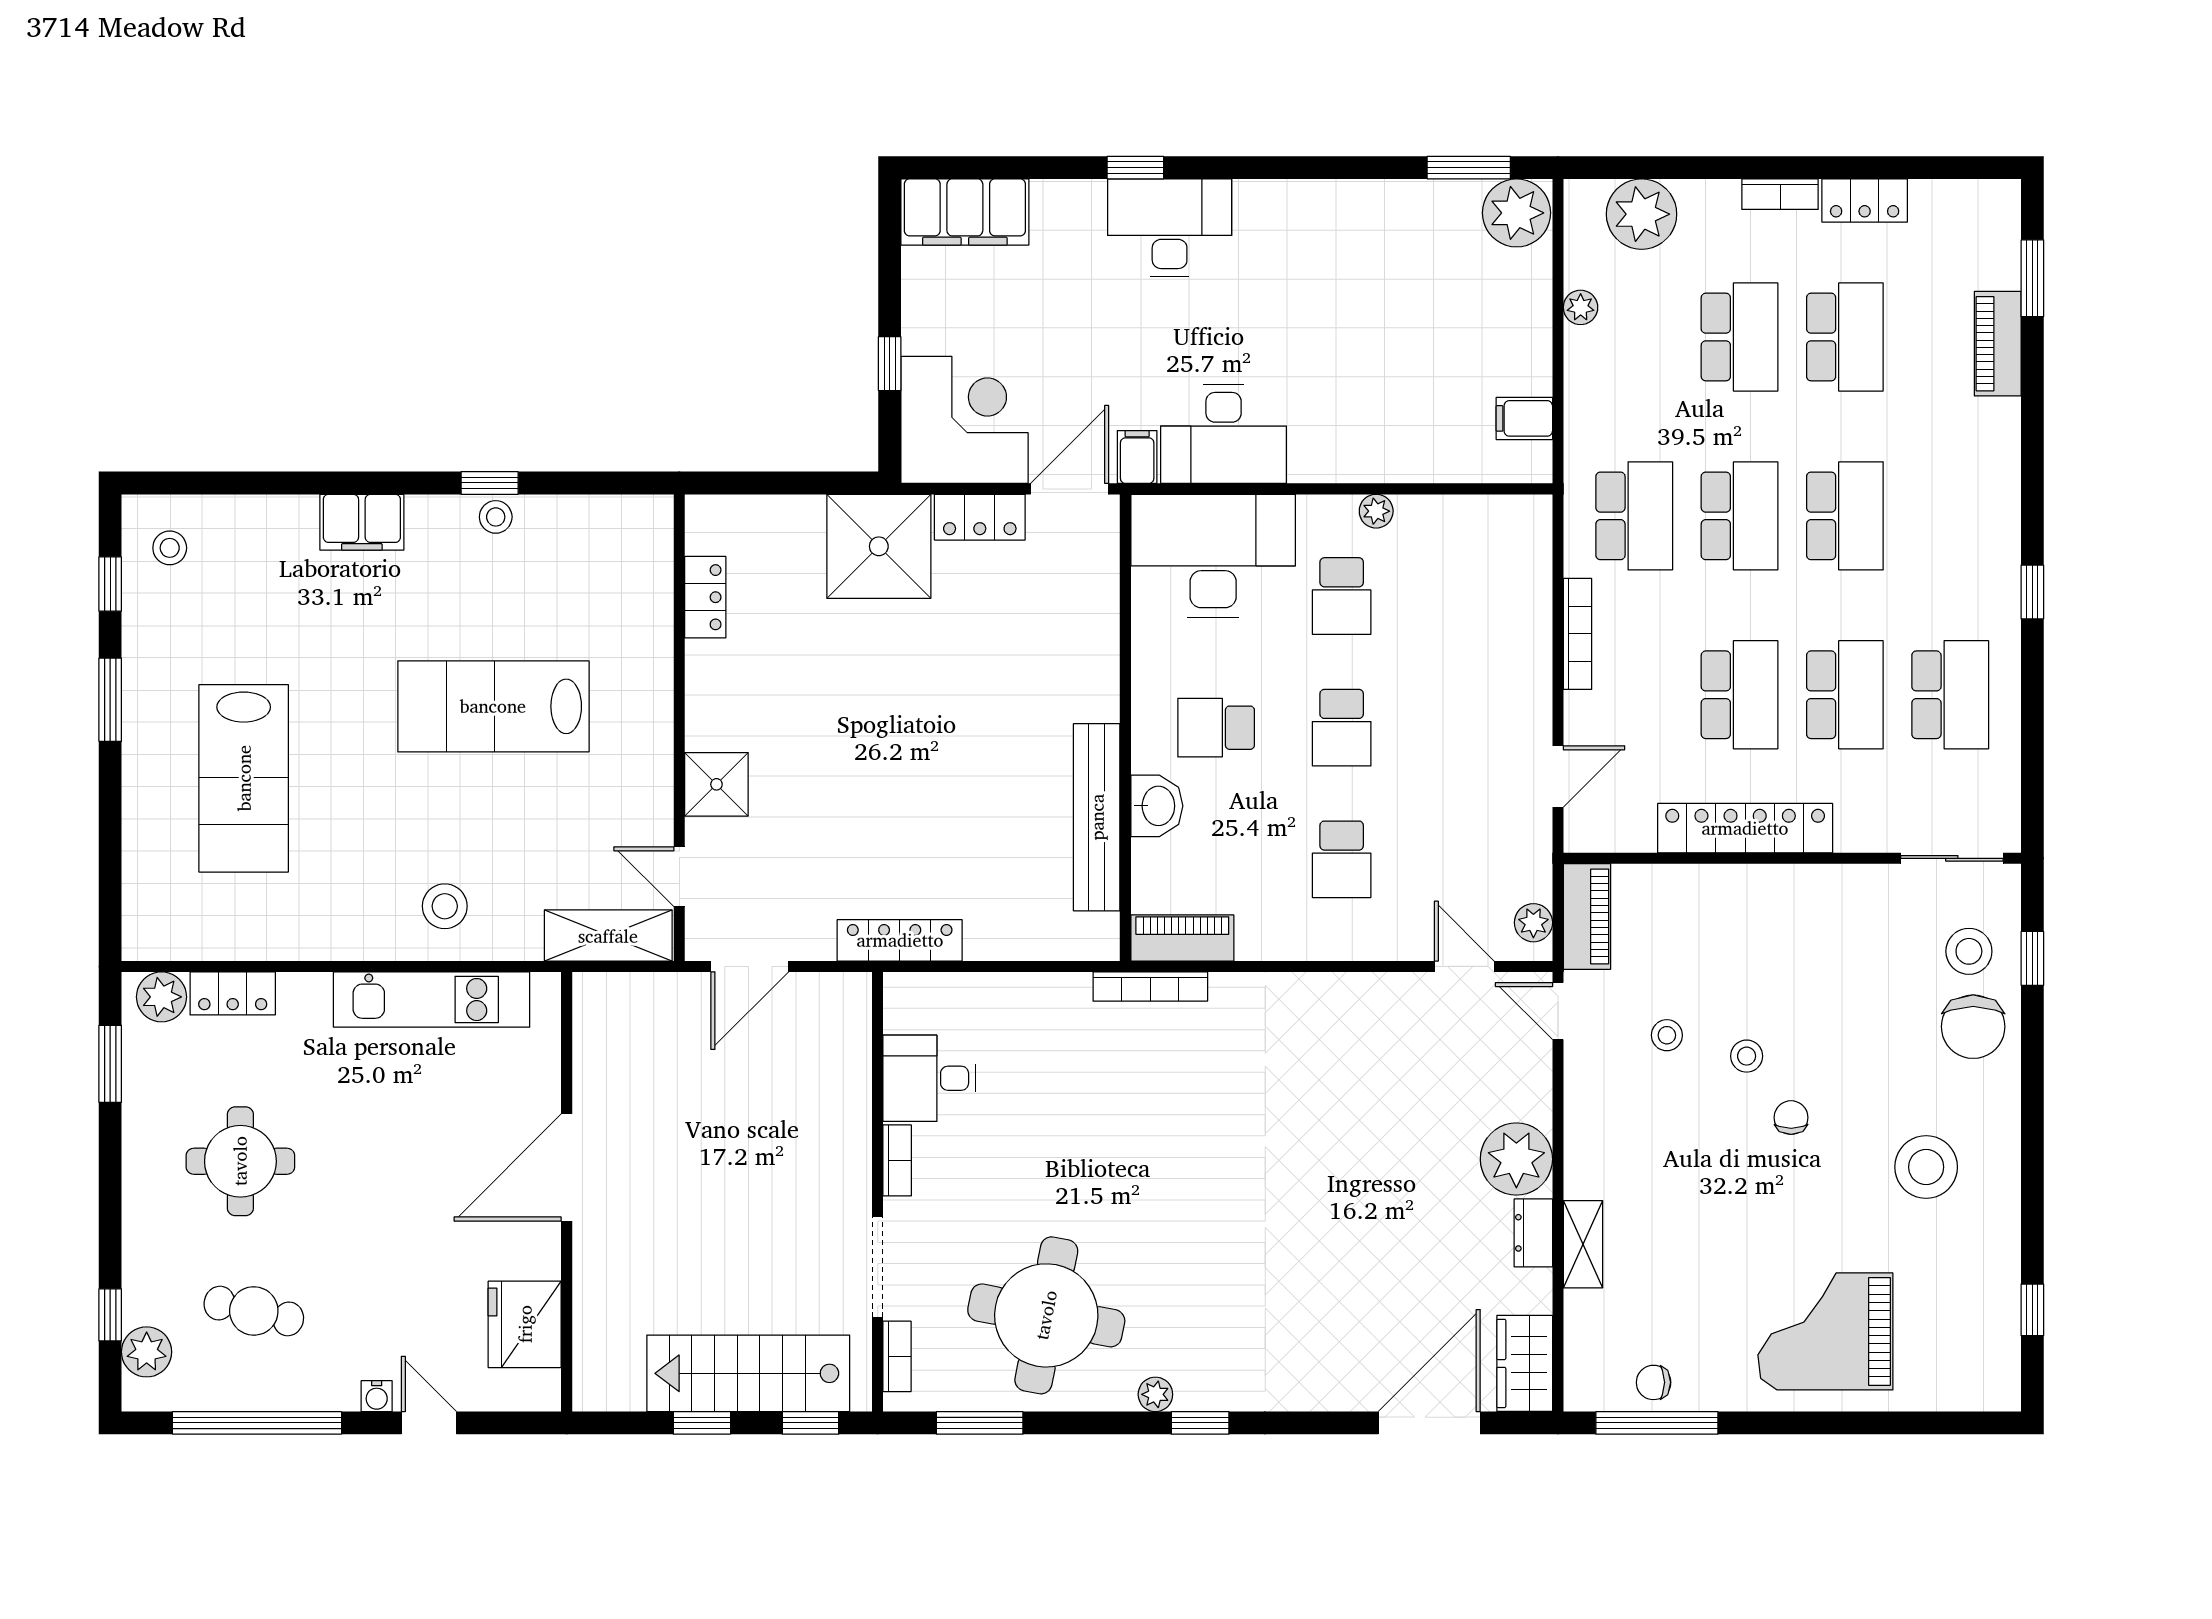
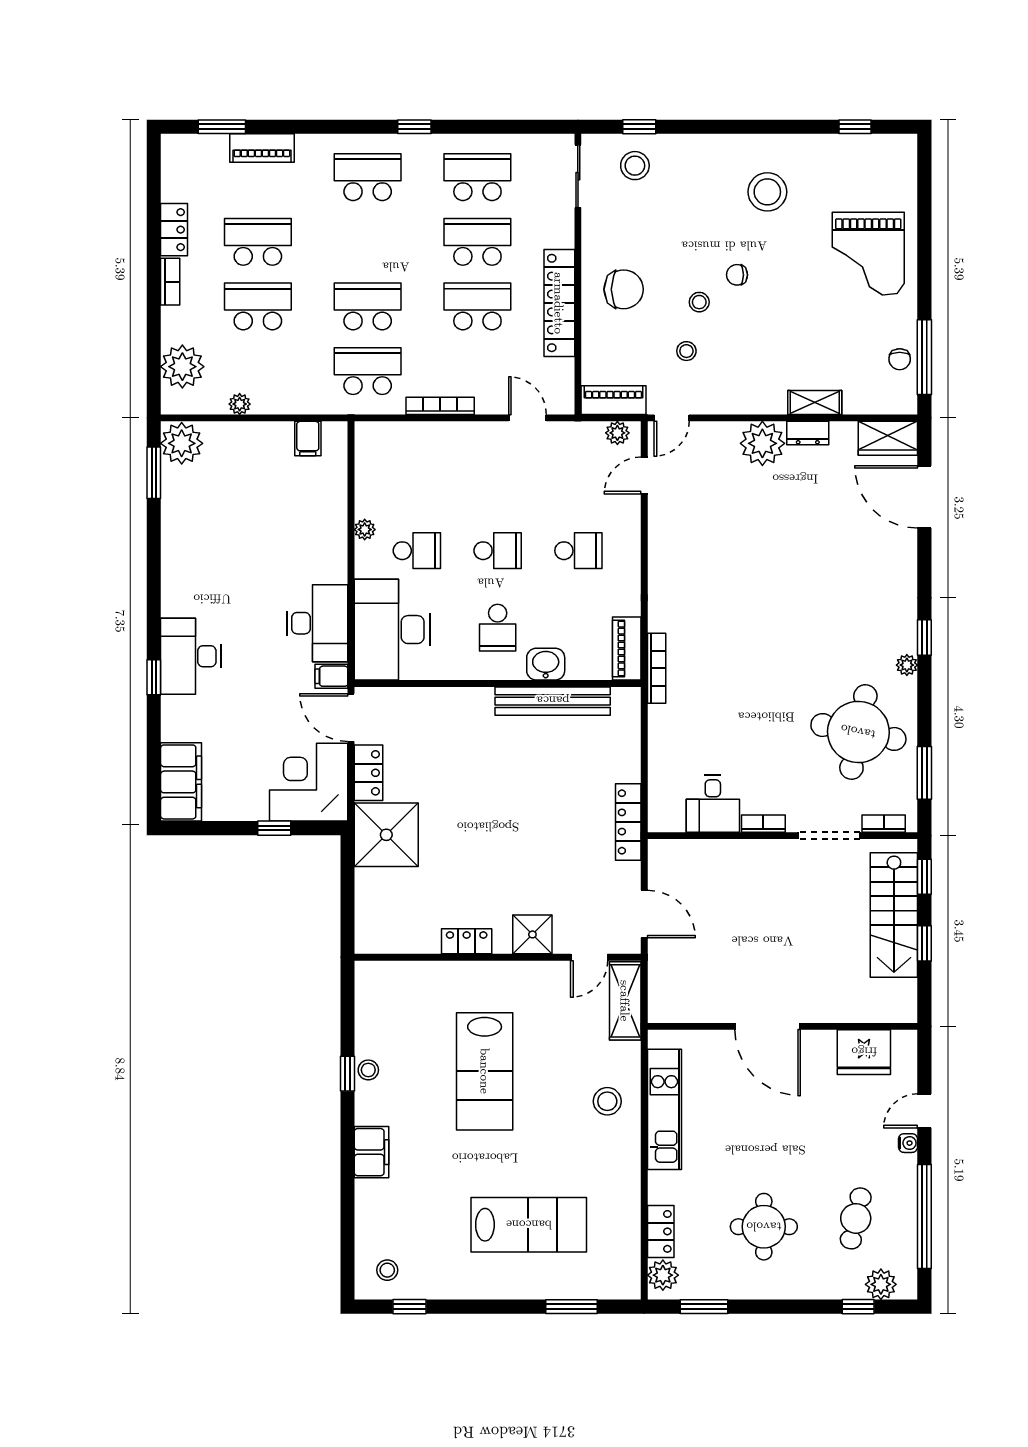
school desk: (1845, 516) -> (368, 177), moved
locker: (705, 597) -> (467, 941), moved
window: (110, 700) -> (571, 1307), moved
chair: (1973, 1027) -> (624, 289), moved

